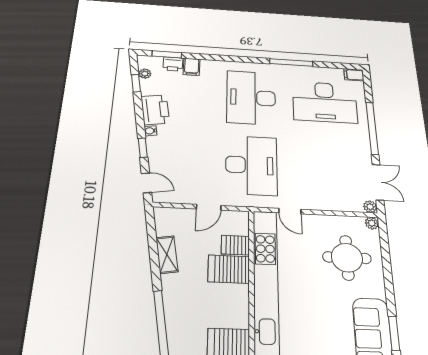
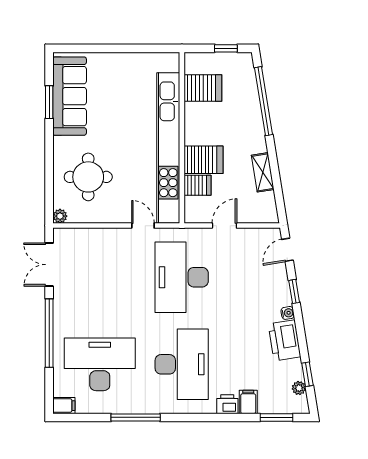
printer: (173, 64) -> (227, 404), moved
door: (146, 183) -> (287, 250), hinge flipped
plant: (370, 207) -> (60, 235), removed

